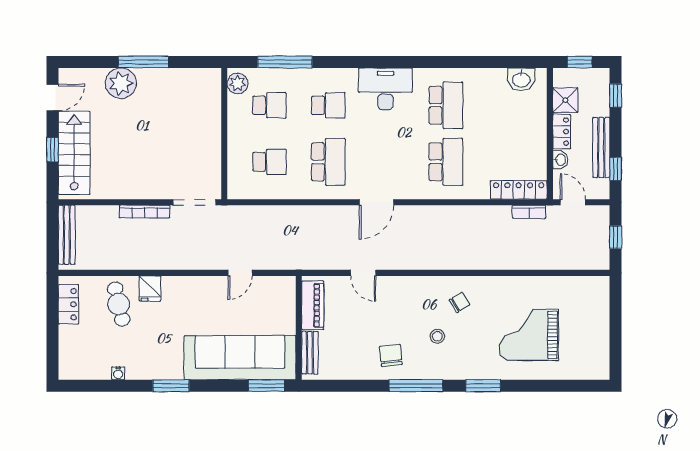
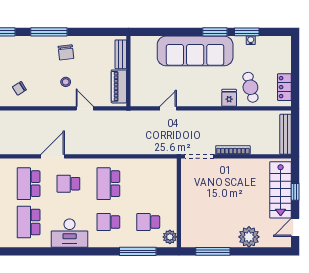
window: (143, 62) -> (213, 251), moved
school desk: (269, 162) -> (68, 184), moved
door: (376, 202) -> (53, 156), moved
stool: (437, 336) -> (66, 82), moved
sofa: (240, 358) -> (195, 51), moved
window: (267, 386) -> (247, 32), moved

